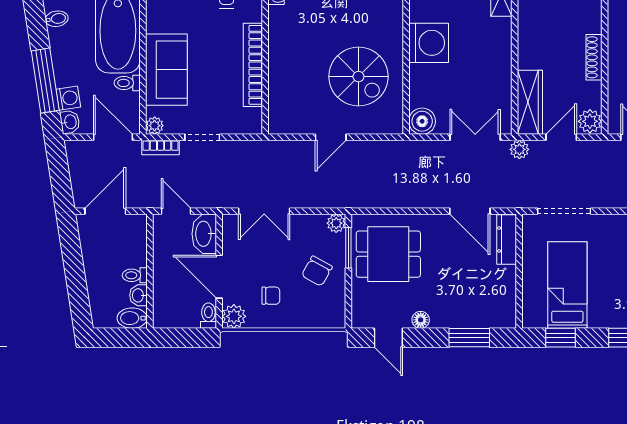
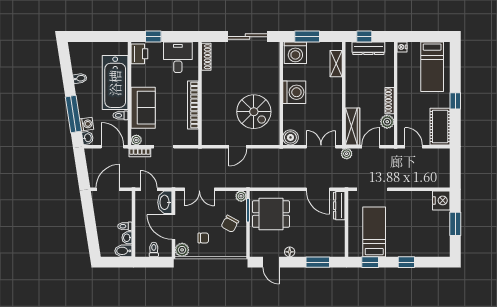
plant: (590, 121) -> (387, 122), moved
toilet: (208, 316) -> (154, 249), moved

